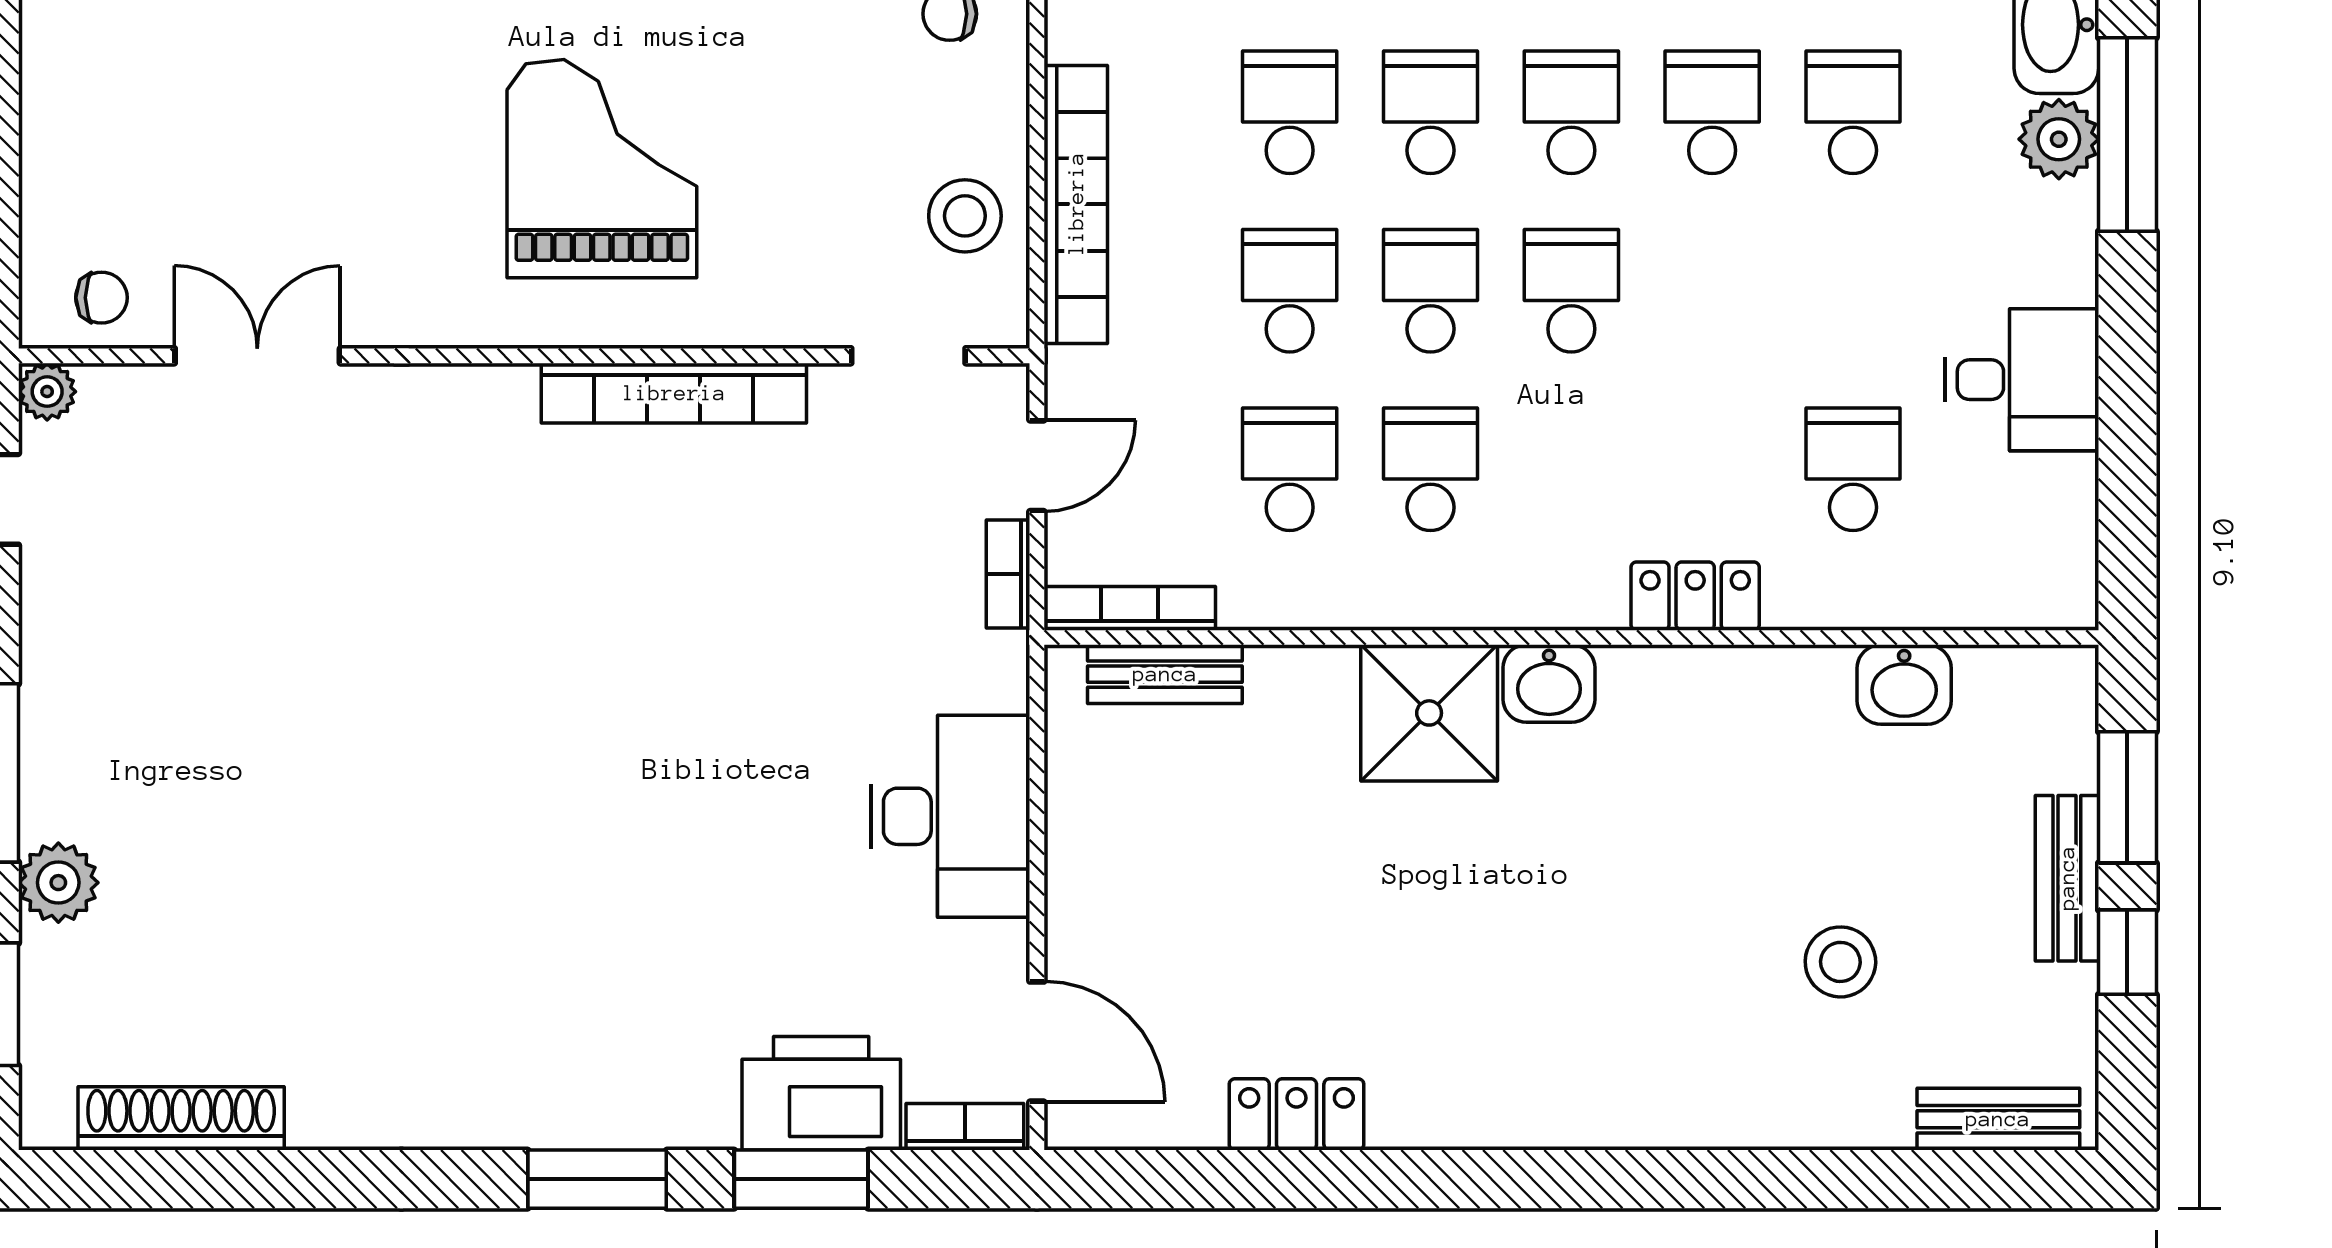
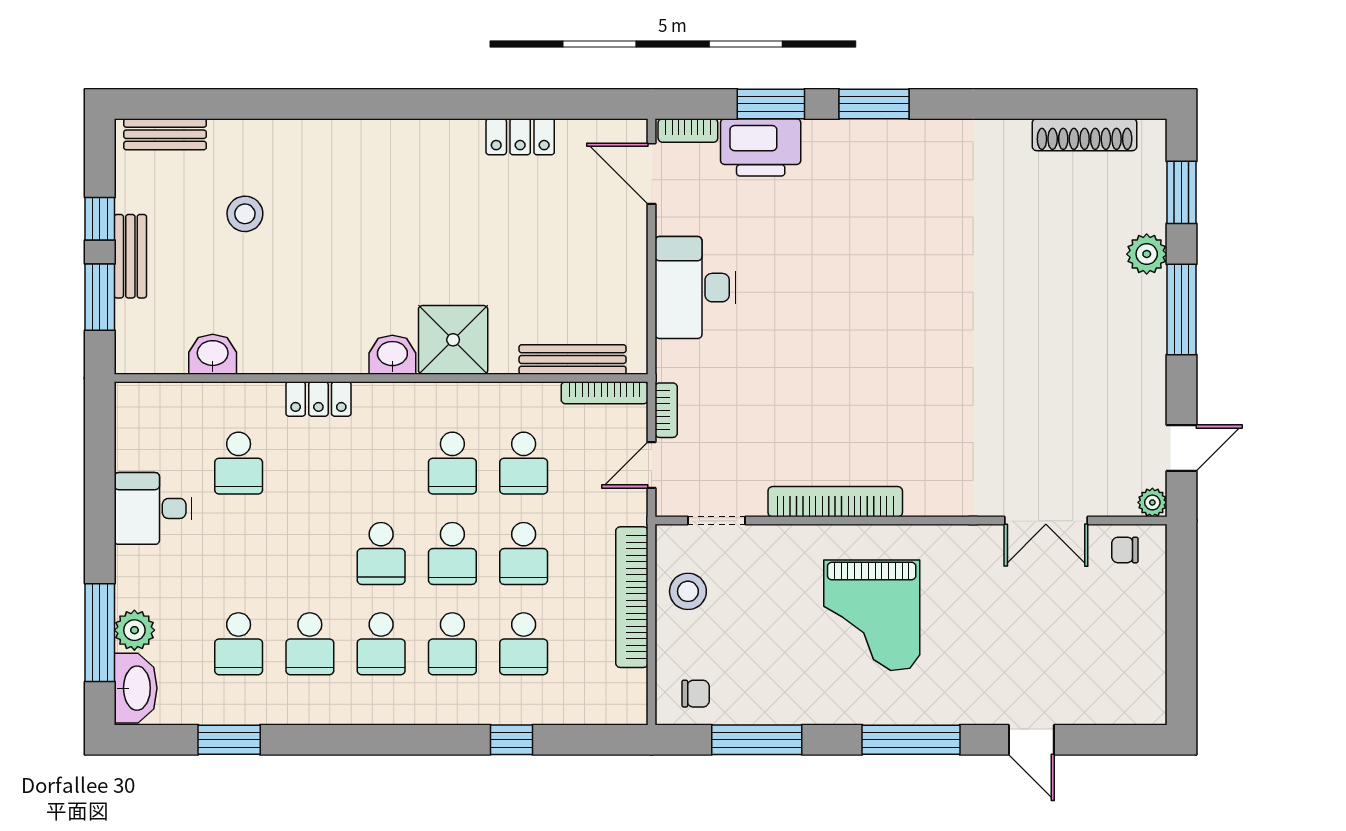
bench: (1165, 674) -> (573, 359), width x1.36

